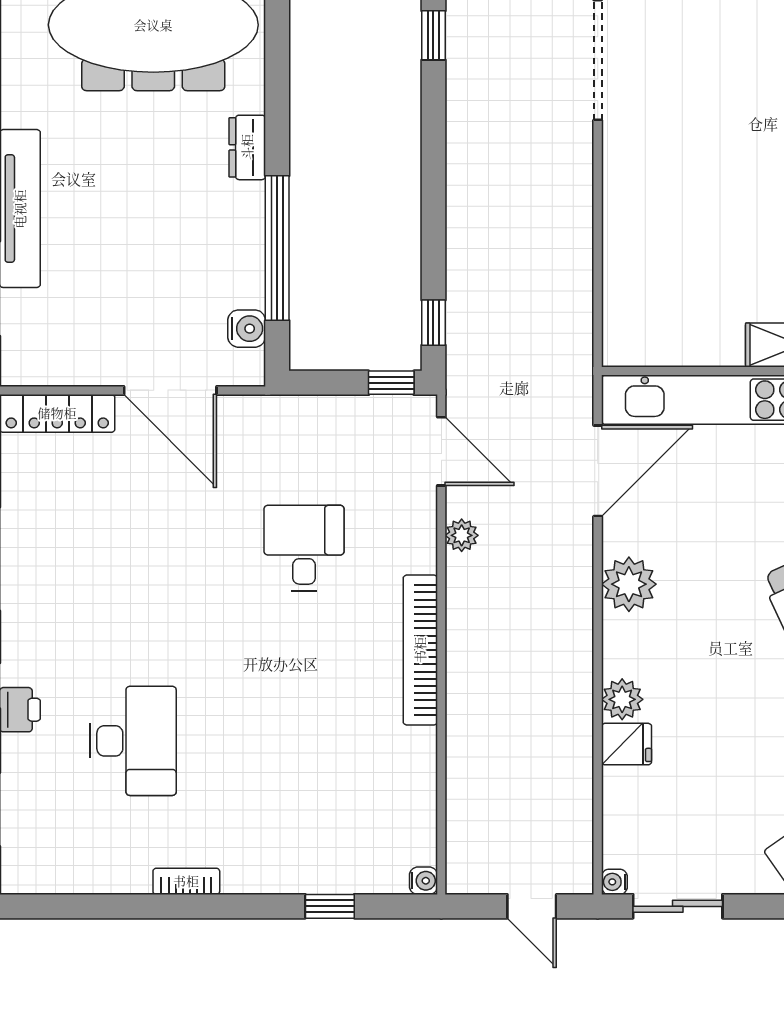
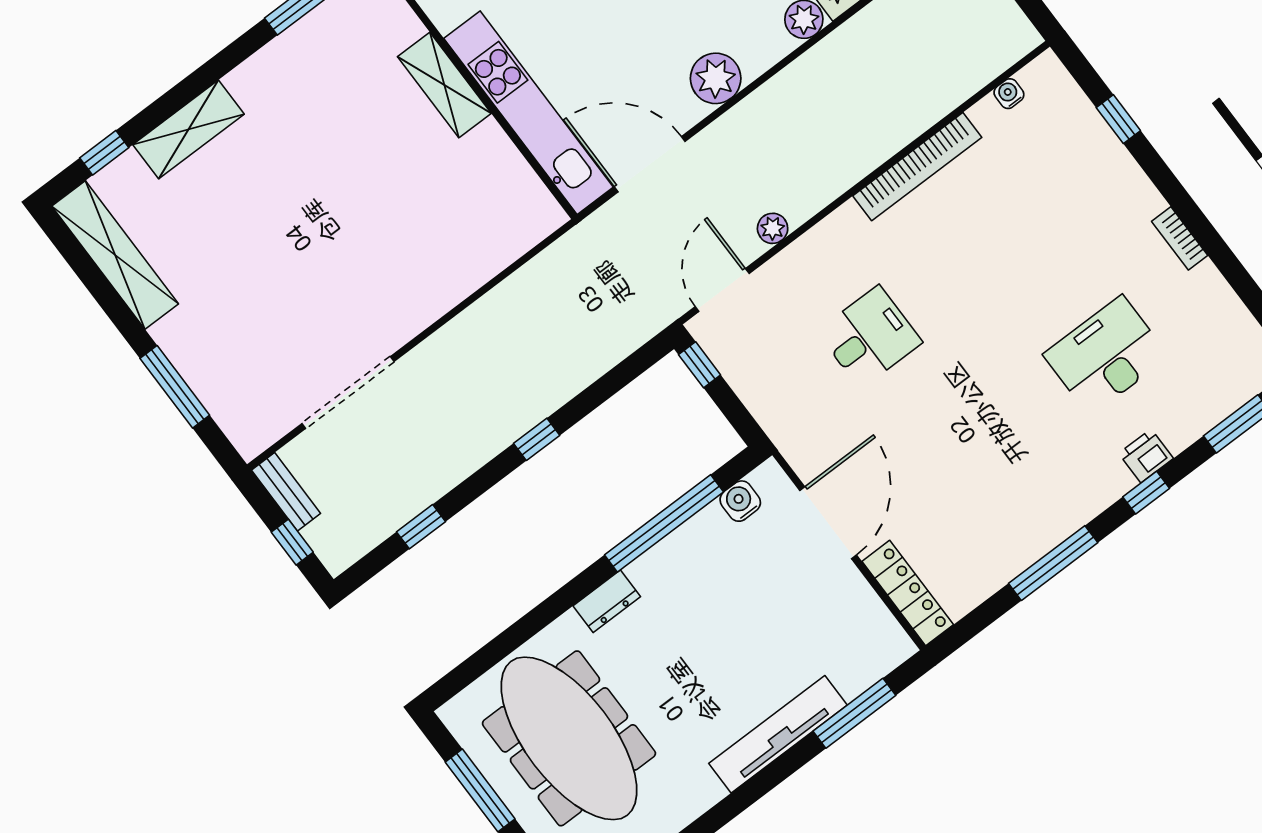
window: (433, 323) -> (537, 439), moved
desk: (304, 548) -> (870, 337), turned 180
bookcase: (420, 650) -> (917, 167), moved
water cooler: (424, 881) -> (1009, 94), moved

